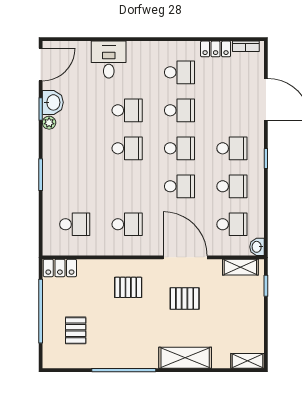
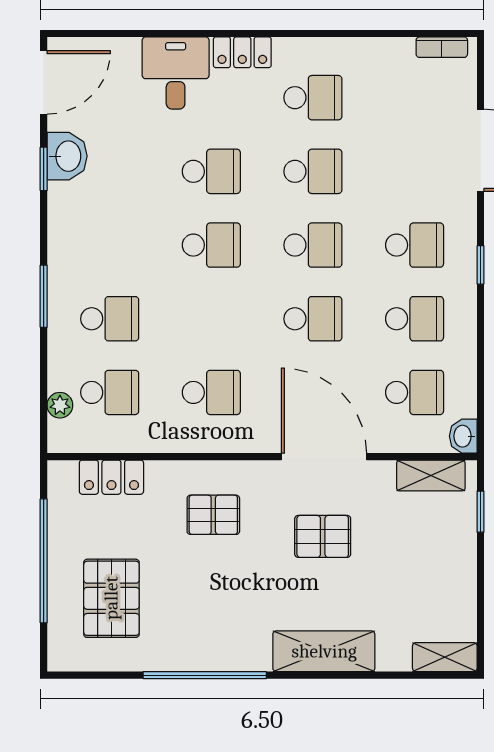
locker: (216, 49) -> (242, 52), moved
plant: (49, 123) -> (60, 405), moved
school desk: (75, 186) -> (110, 319), added
locker: (60, 268) -> (111, 477), moved
pallet: (76, 330) -> (111, 598), width x1.50, depth x1.42

